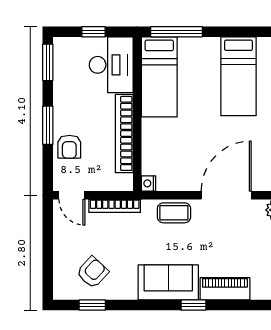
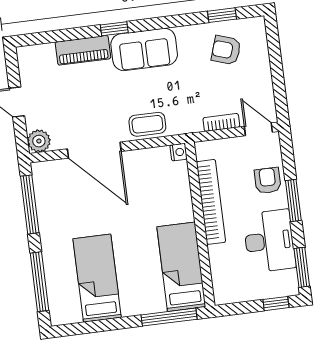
window: (93, 32) -> (276, 304), moved
desk: (111, 65) -> (269, 241), moved, turned 180
door: (226, 195) -> (94, 150), hinge flipped
bookcase: (115, 206) -> (221, 122), width x0.64
armchair: (92, 272) -> (226, 50), turned 65

